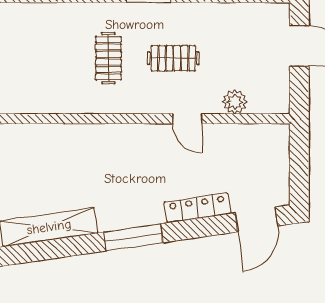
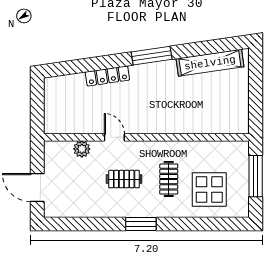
display table: (50, 43) -> (209, 189), added
door: (257, 219) -> (67, 68), removed

